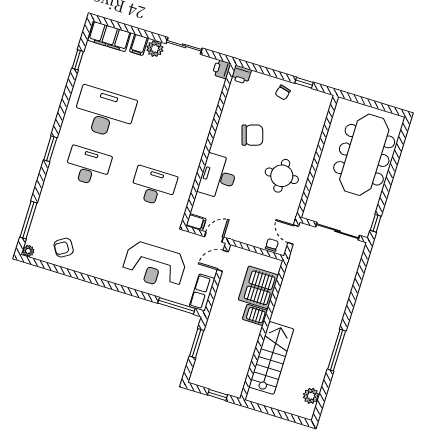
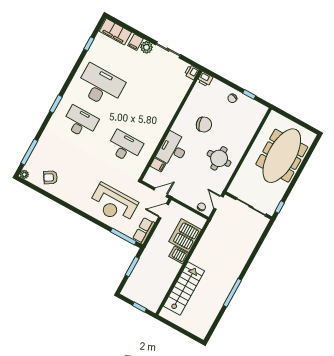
filing cabinet: (196, 222) -> (158, 165), moved
plant: (311, 396) -> (207, 322), removed

